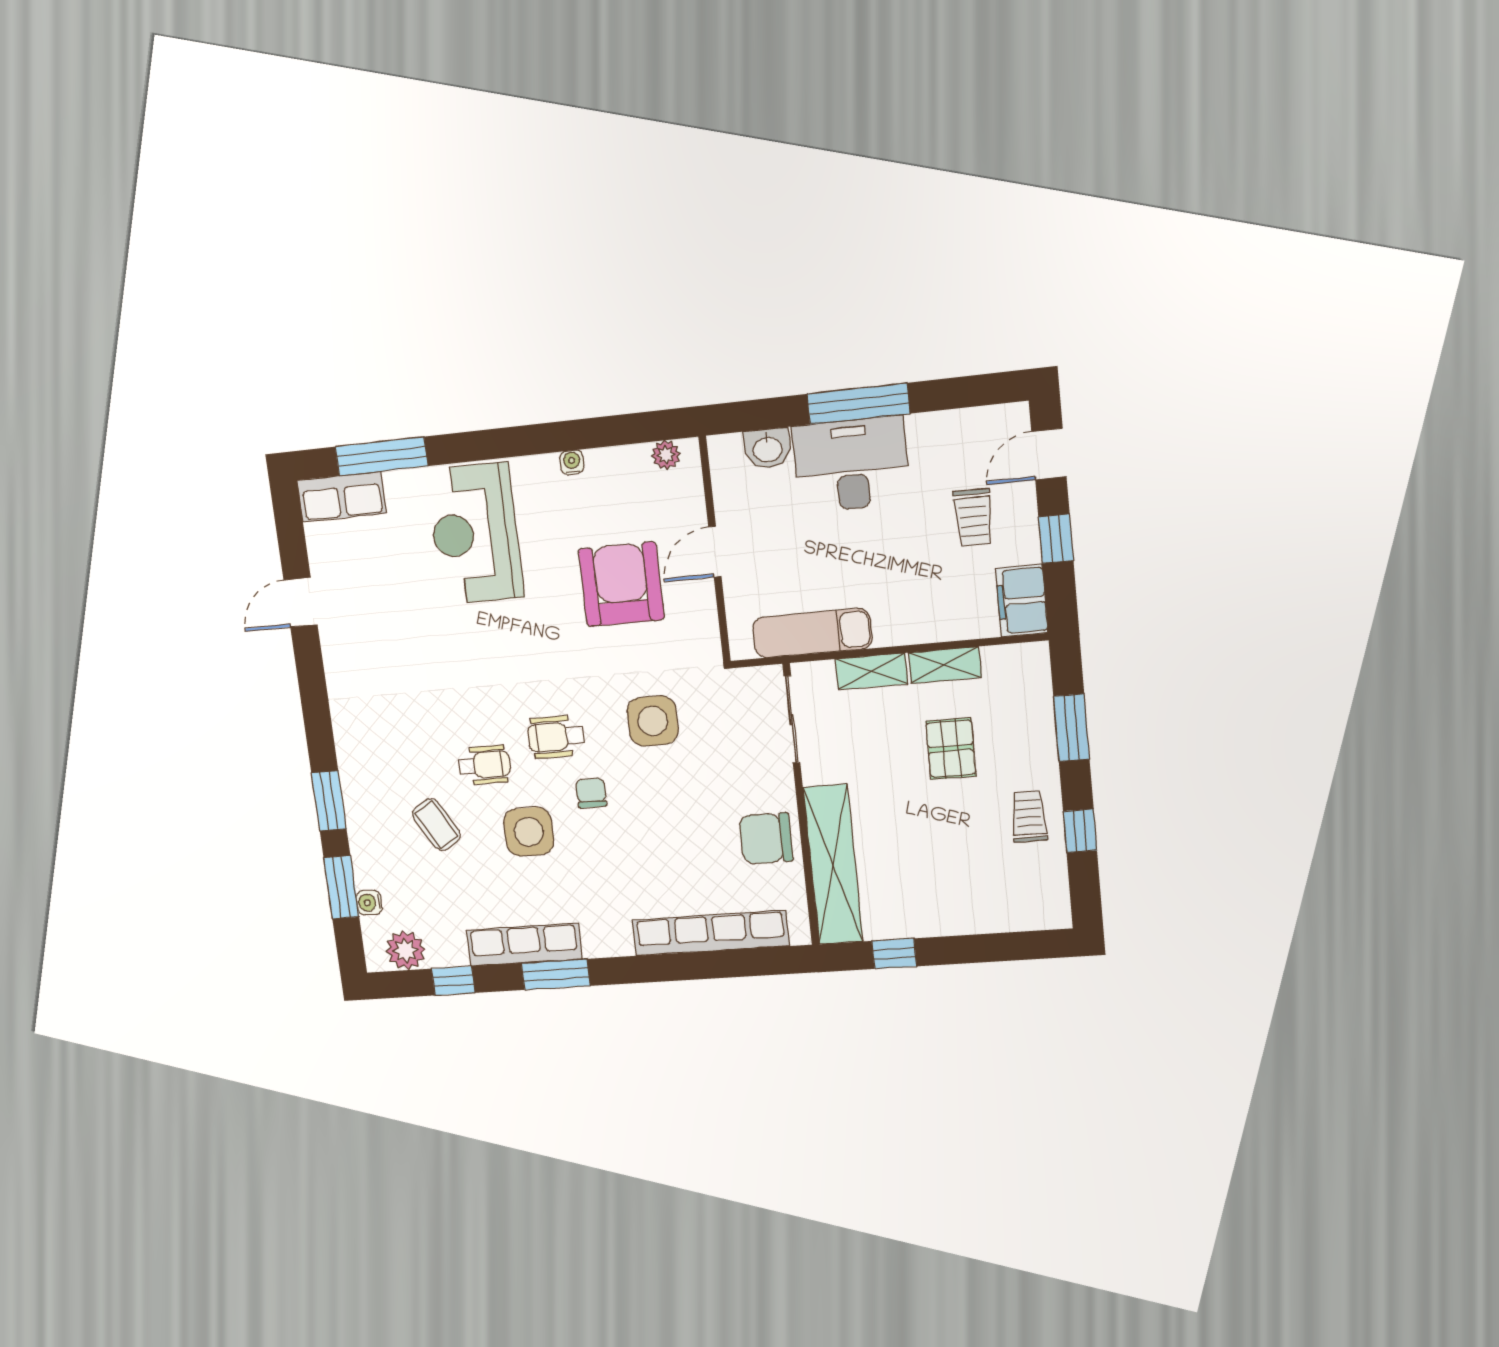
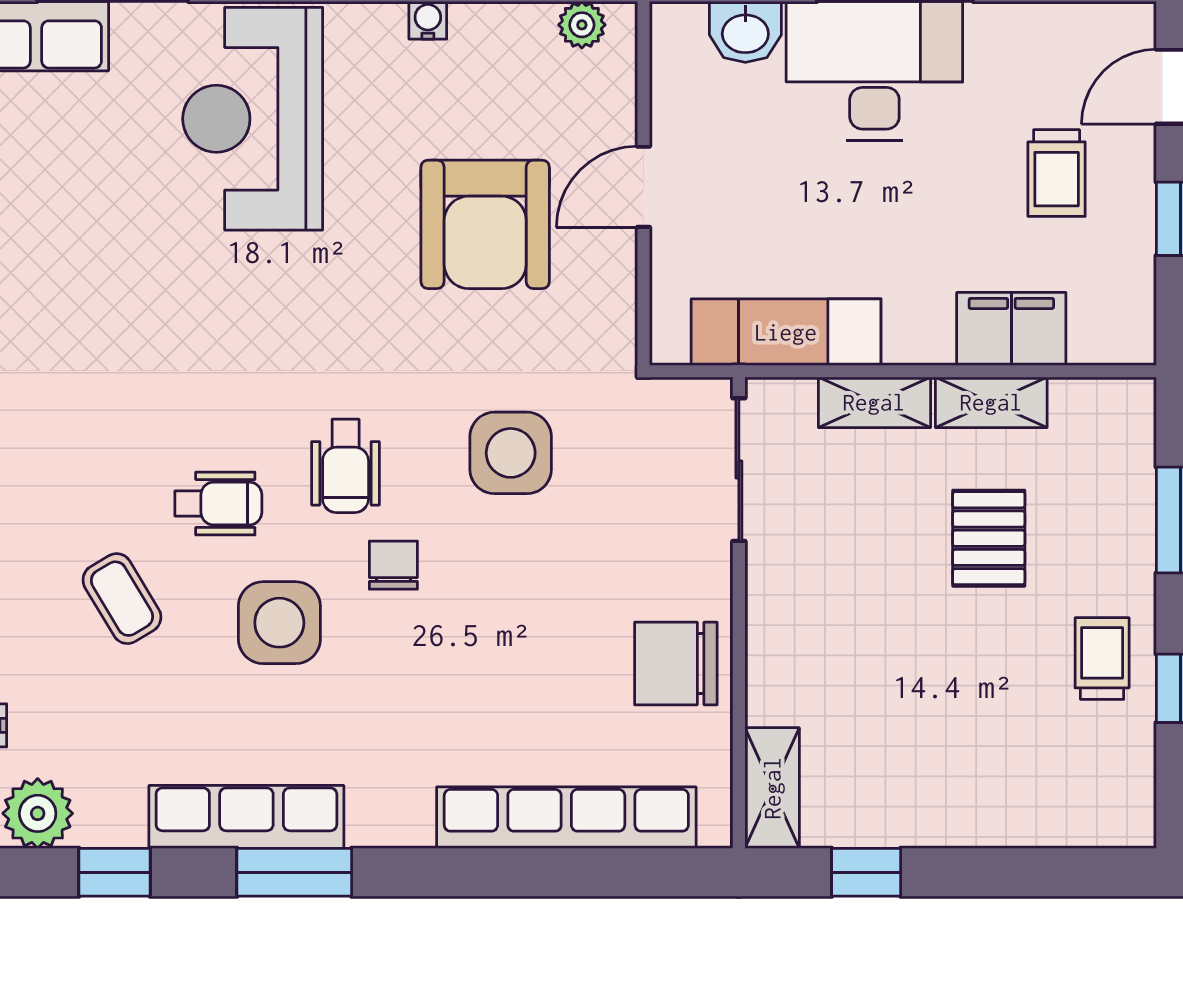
armchair: (621, 584) -> (485, 224), turned 180
filing cabinet: (1022, 601) -> (1011, 329), moved, turned 90
wheelchair: (556, 737) -> (346, 466), turned -90
shelving: (833, 865) -> (772, 788), width x0.45, depth x0.75

